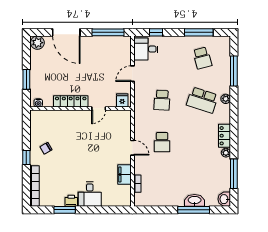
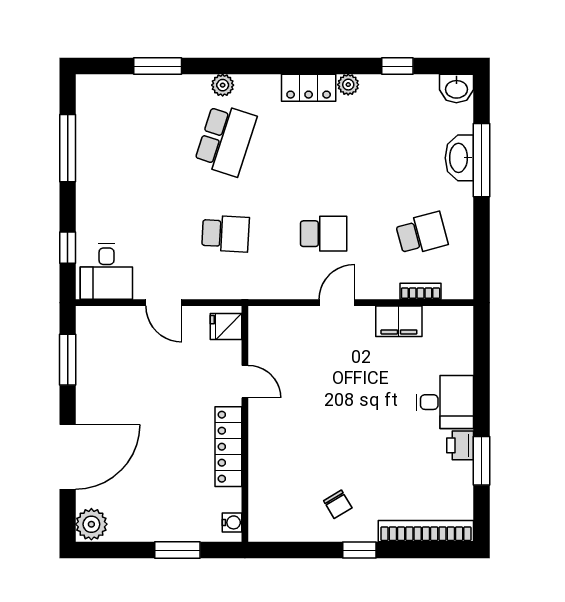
window: (108, 32) -> (68, 360), width x0.69
school desk: (202, 58) -> (422, 234), moved
window: (234, 71) -> (158, 66), width x0.69
window: (234, 174) -> (397, 66), width x0.46

